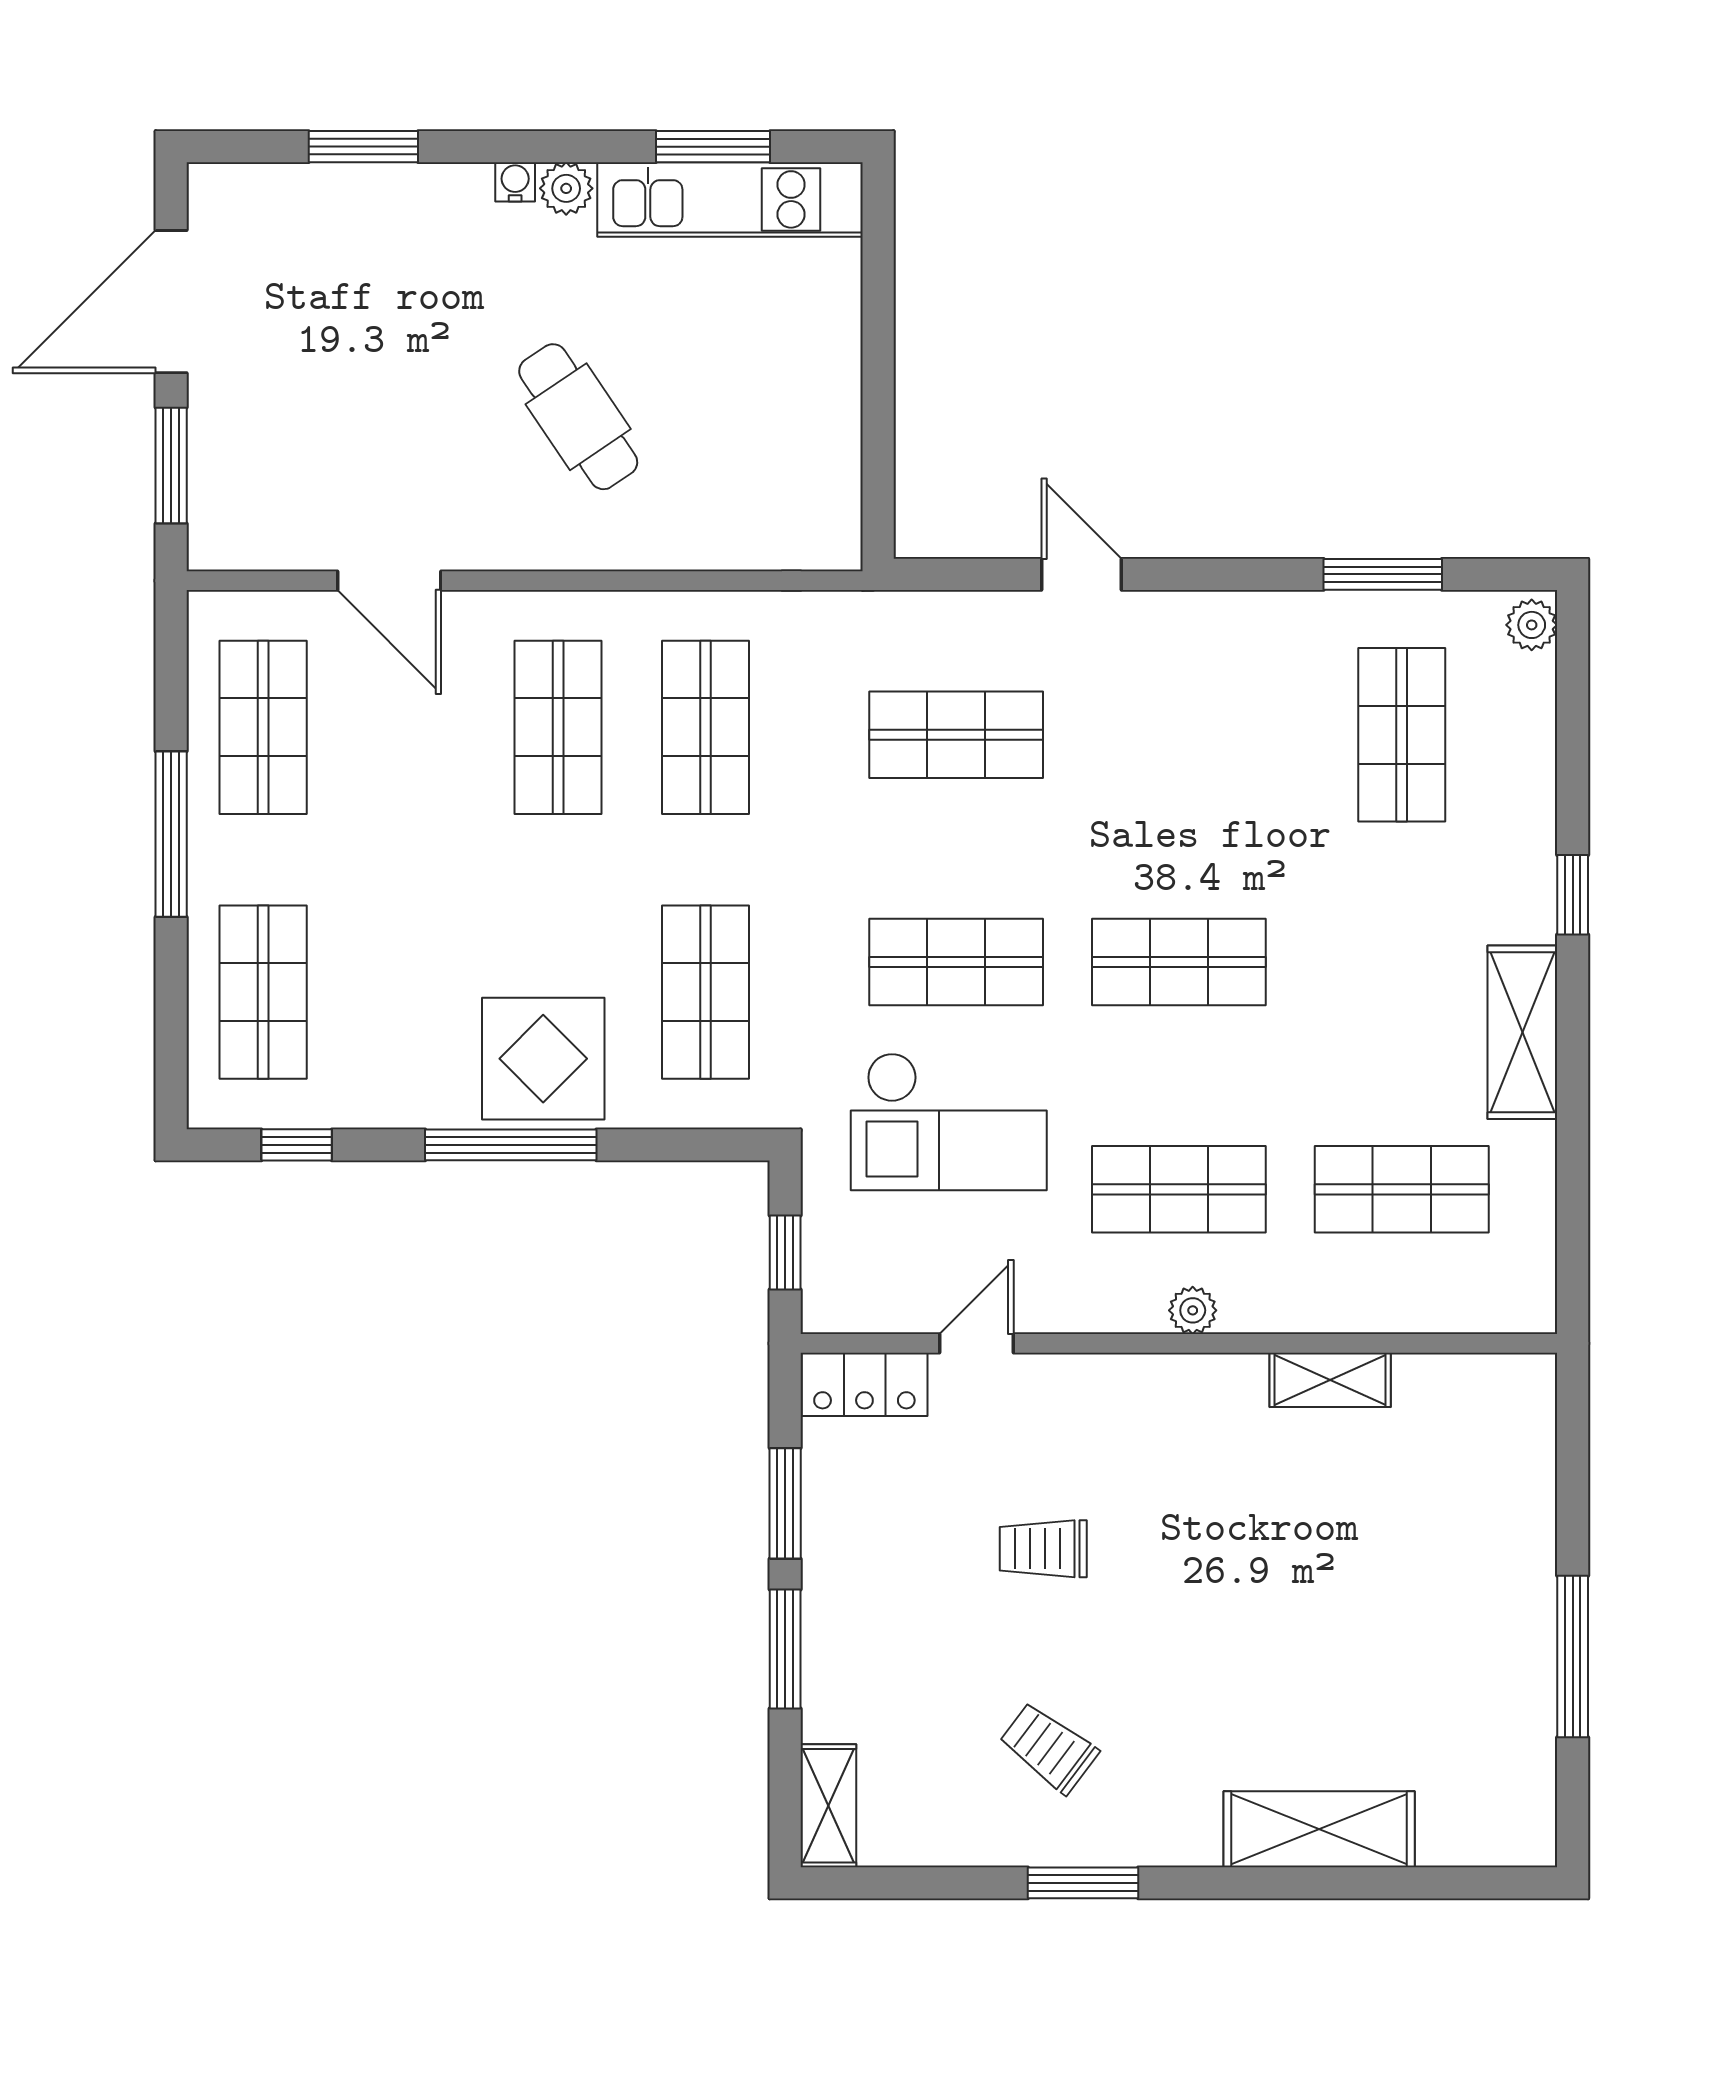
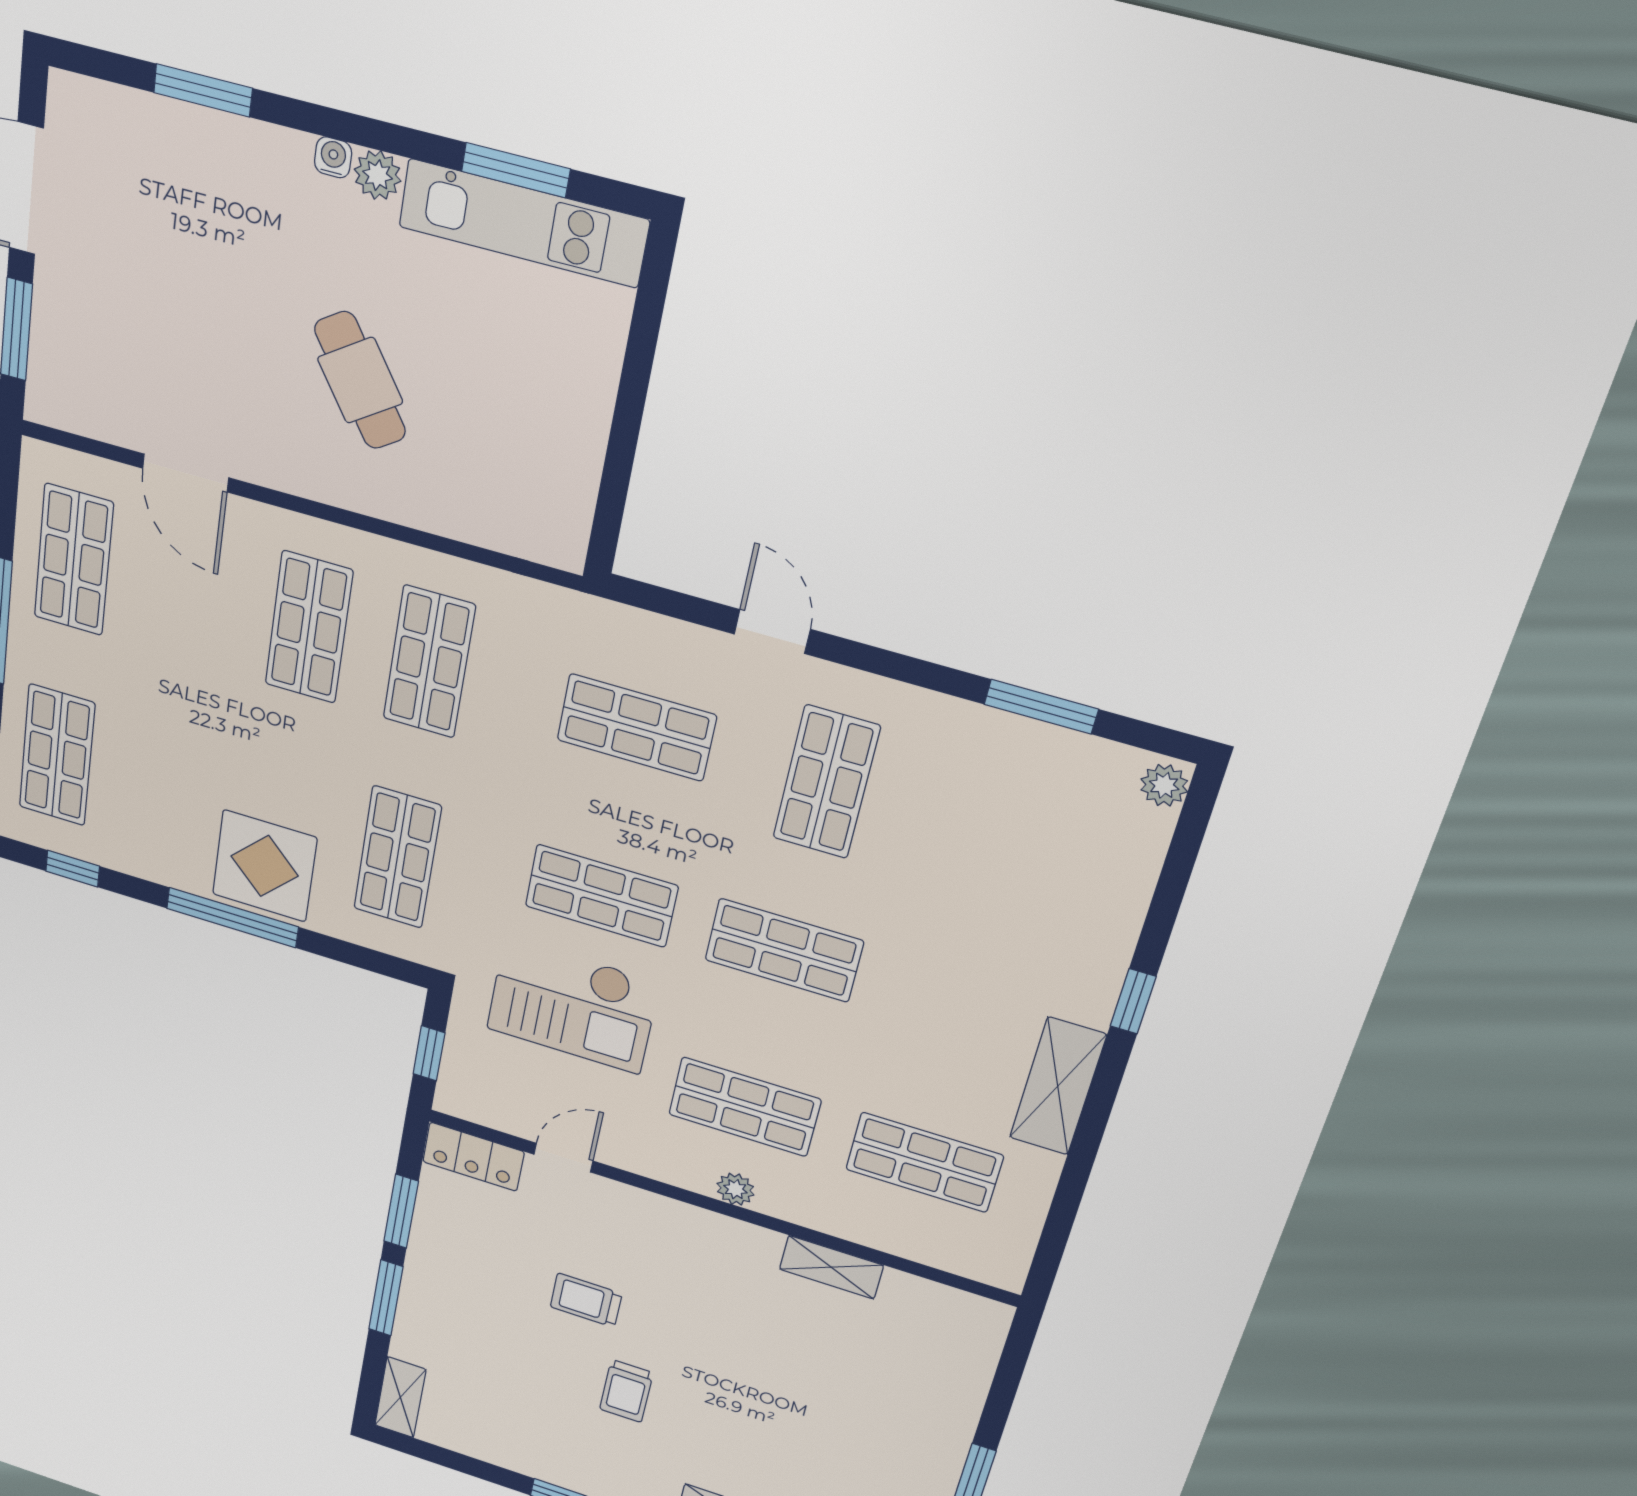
shop shelf: (1402, 735) -> (826, 782), moved
trolley: (1049, 1748) -> (626, 1391), moved, turned -127

